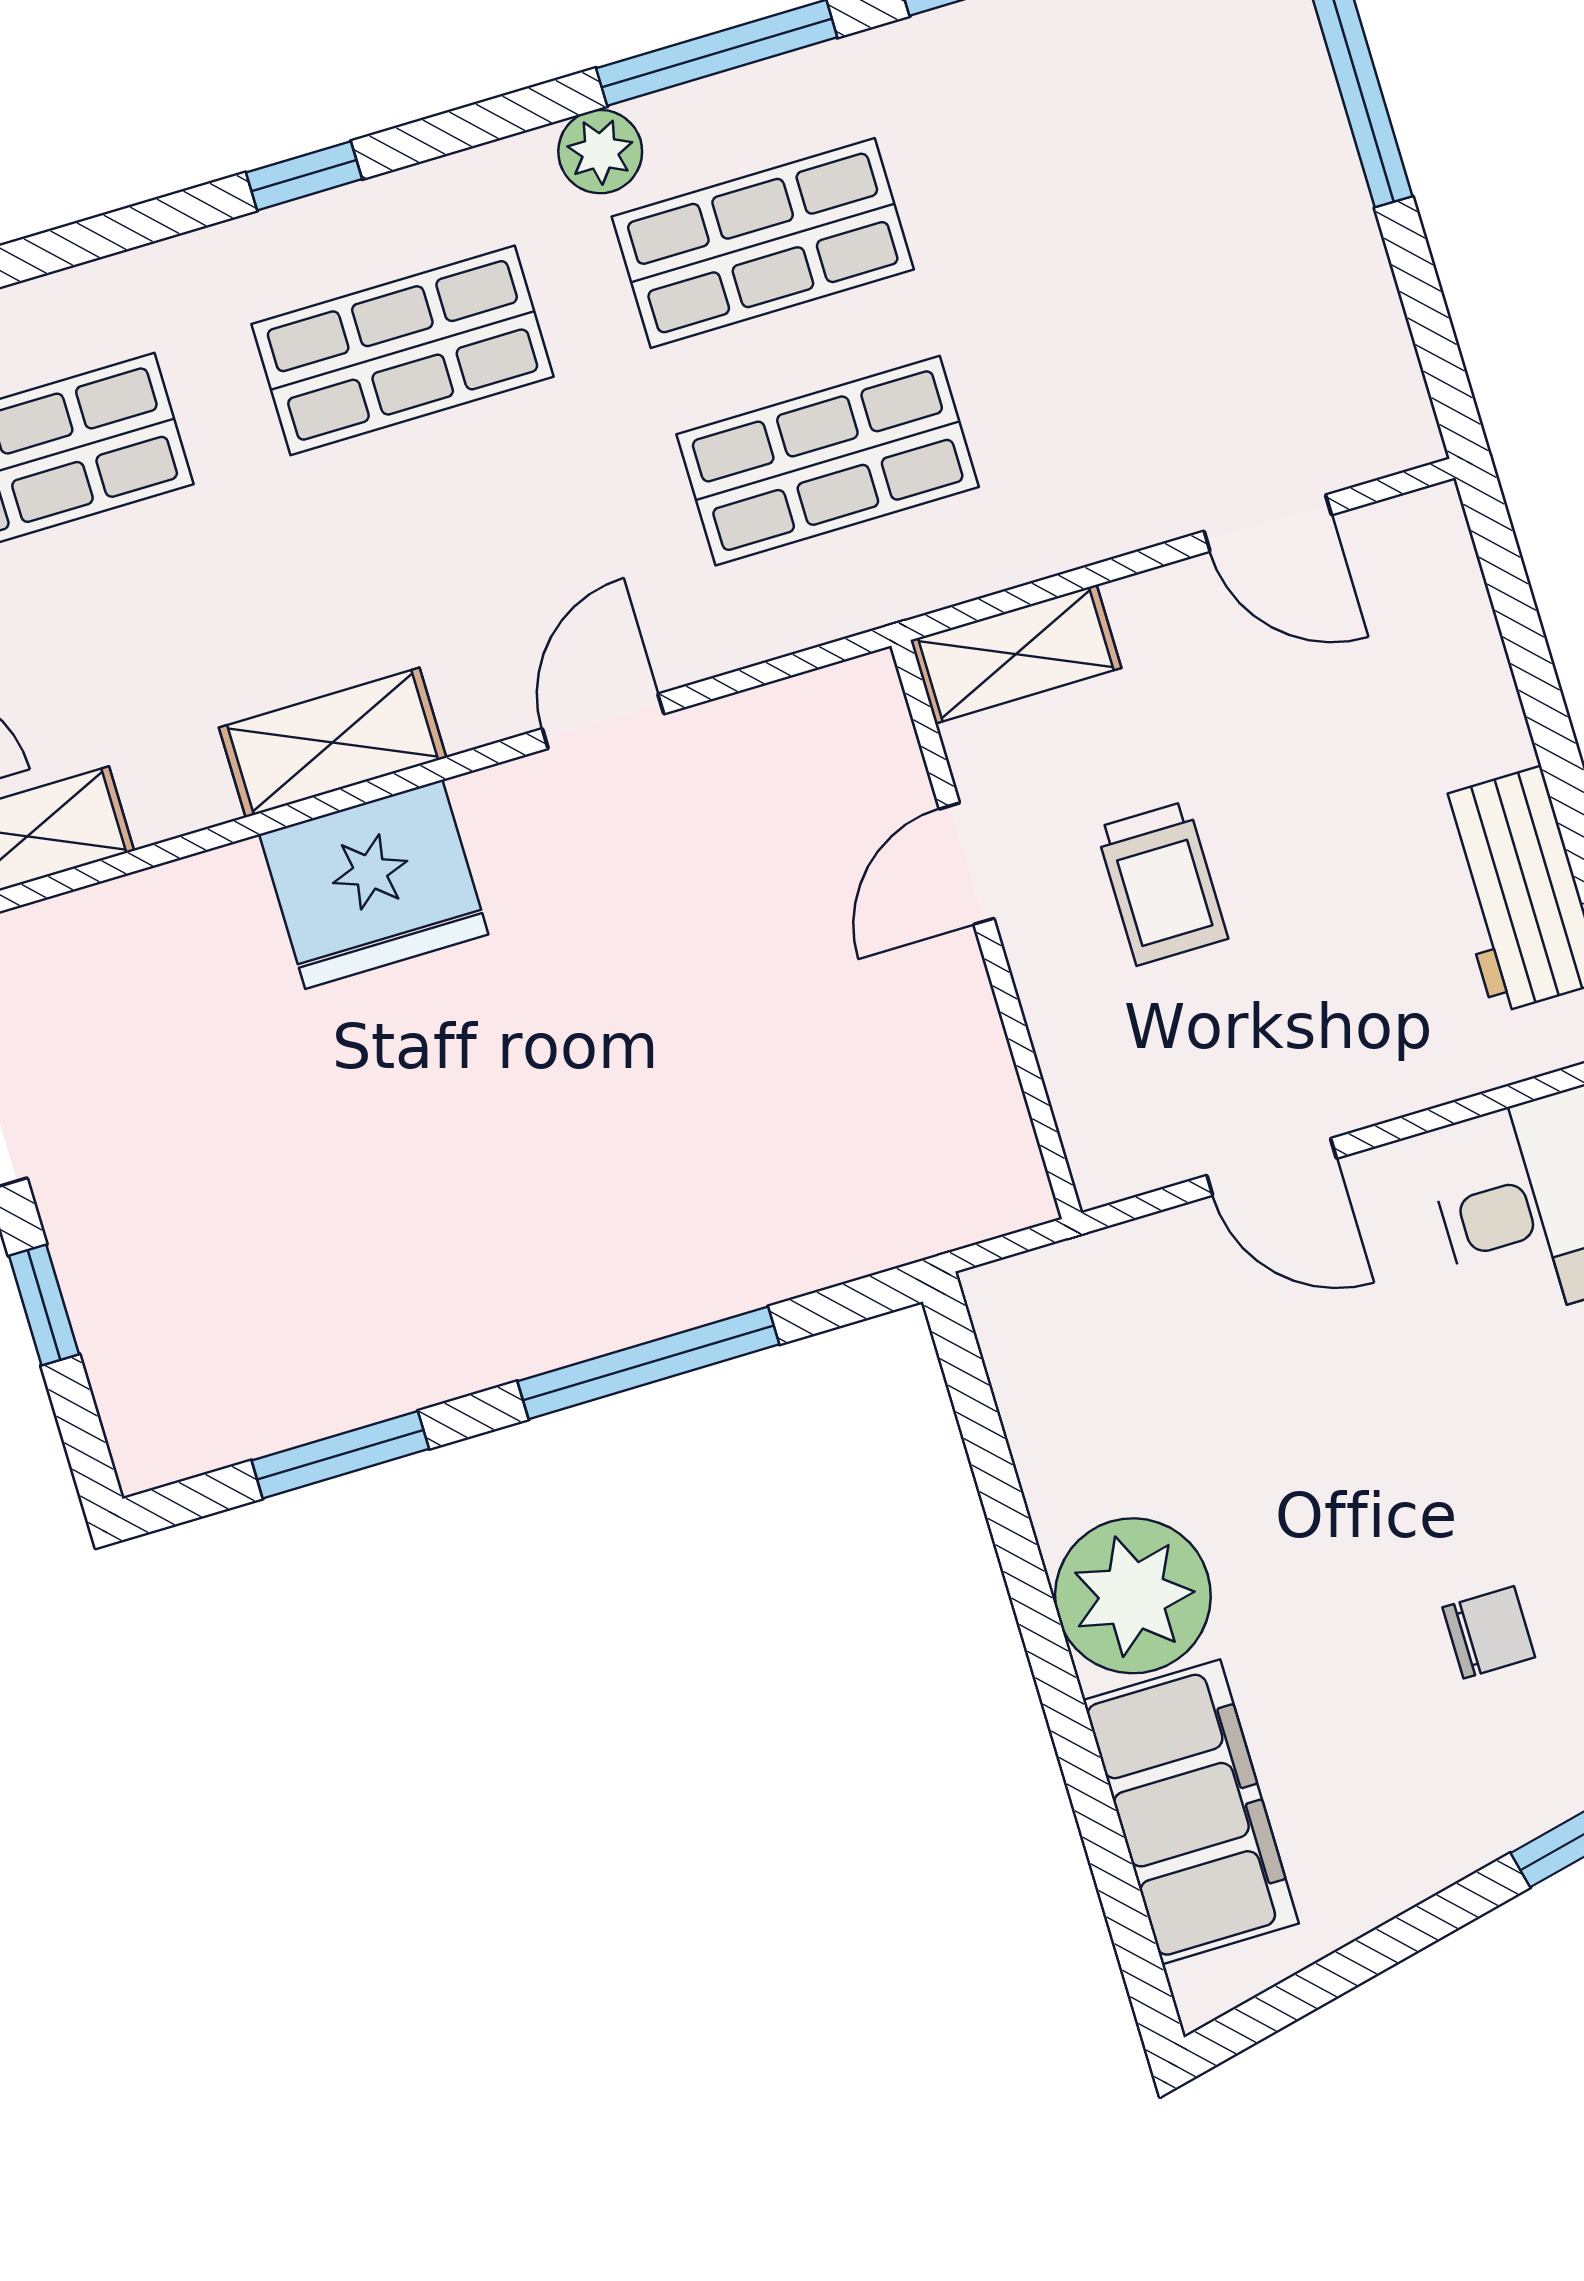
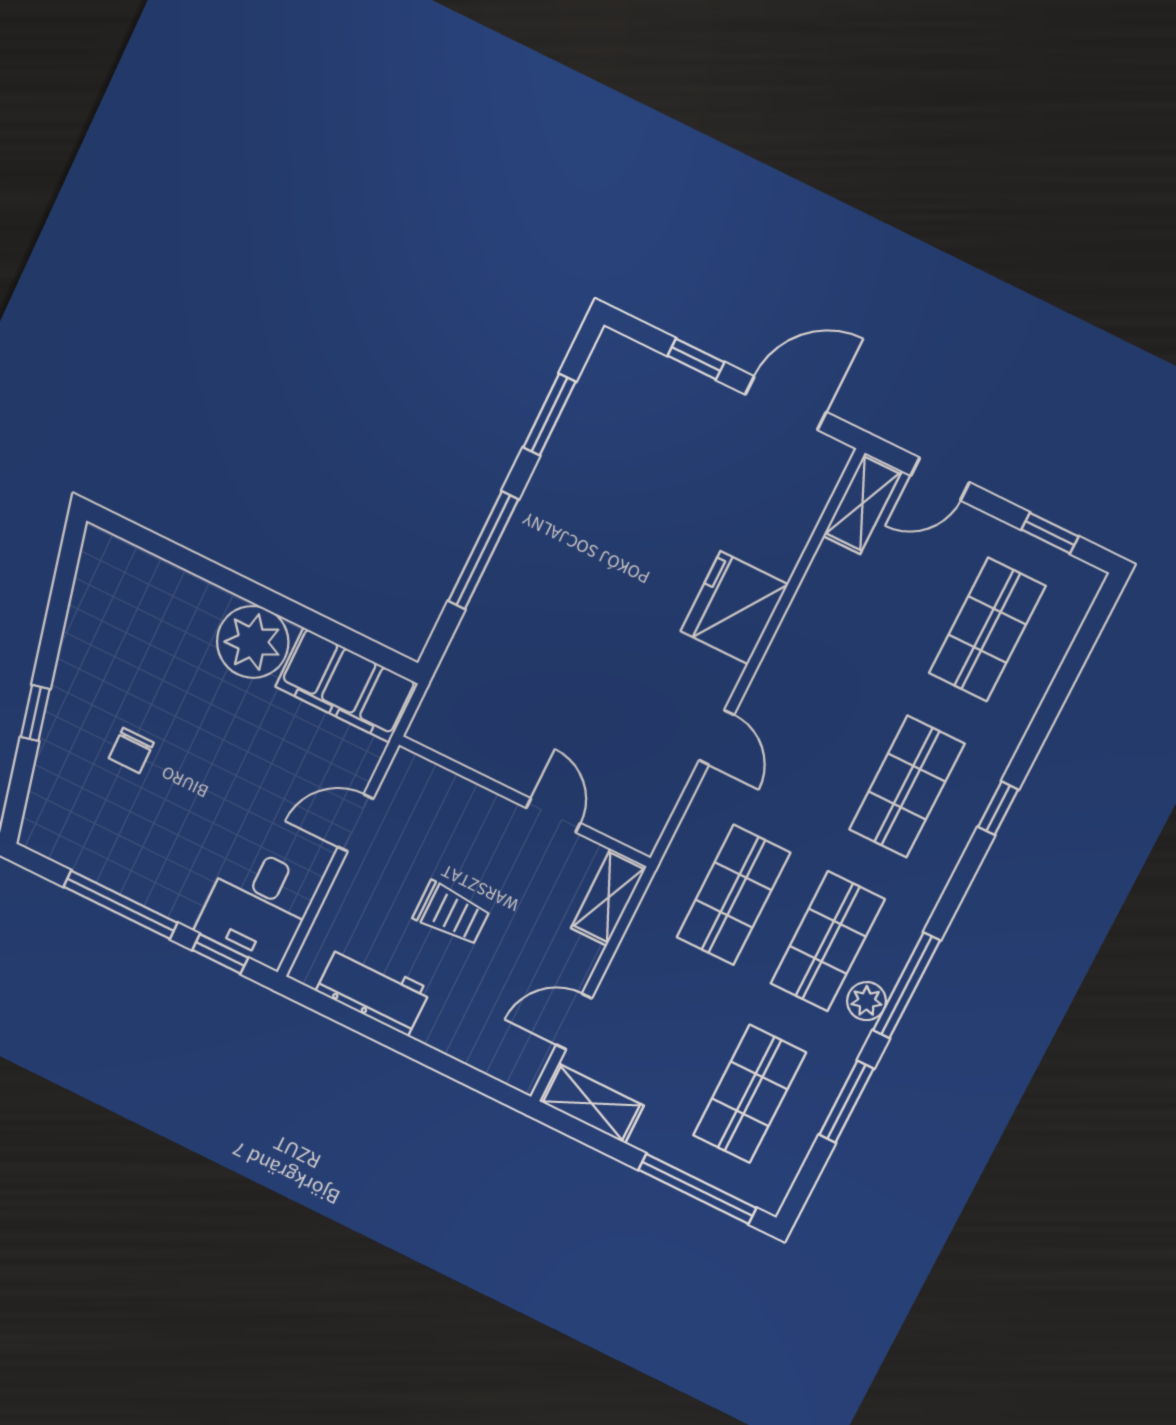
shop shelf: (1123, 136) -> (750, 1094), added
plant: (600, 152) -> (867, 1001), moved
shelving: (333, 743) -> (591, 1103), moved, turned 90
trolley: (1162, 883) -> (451, 913), moved, turned 180
filing cabinet: (1191, 1812) -> (347, 685), moved

